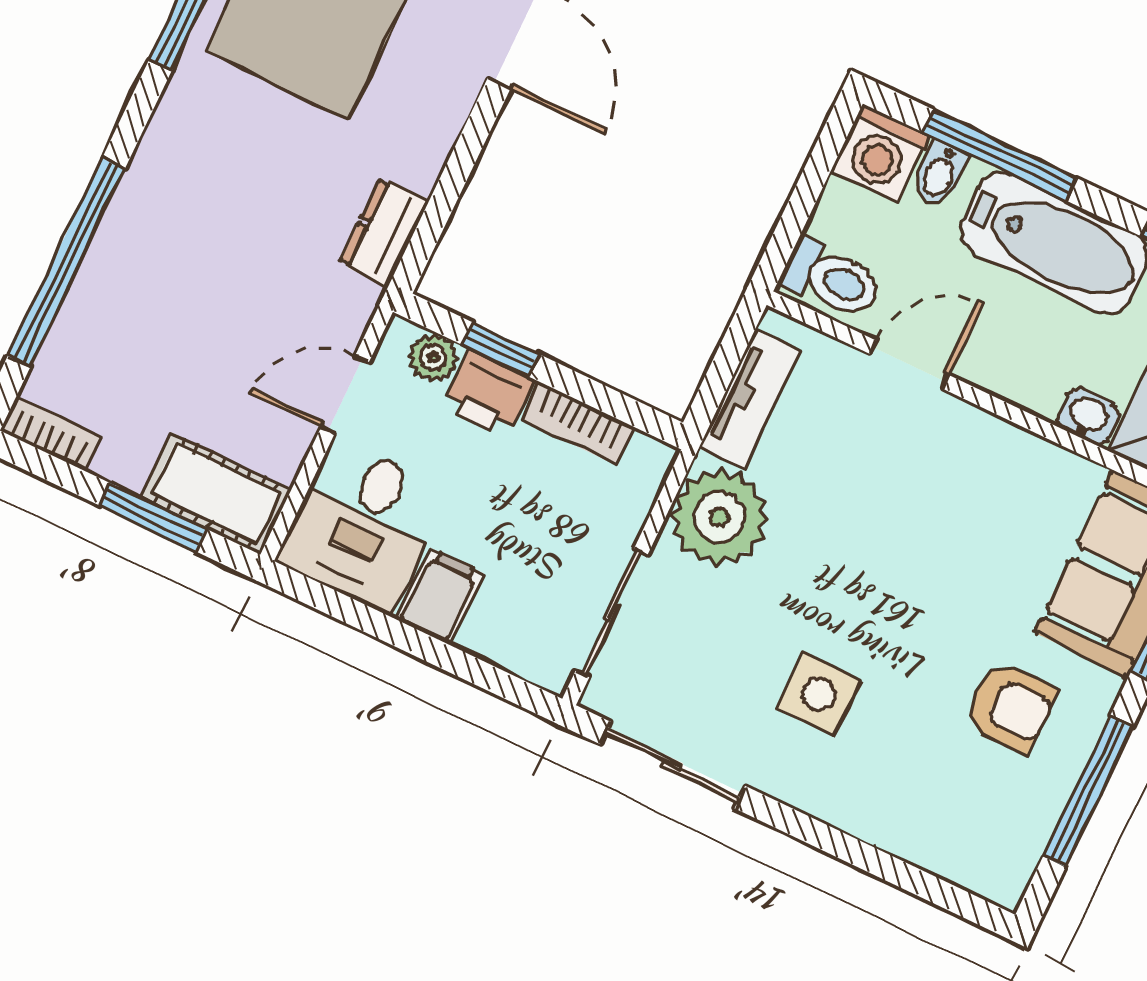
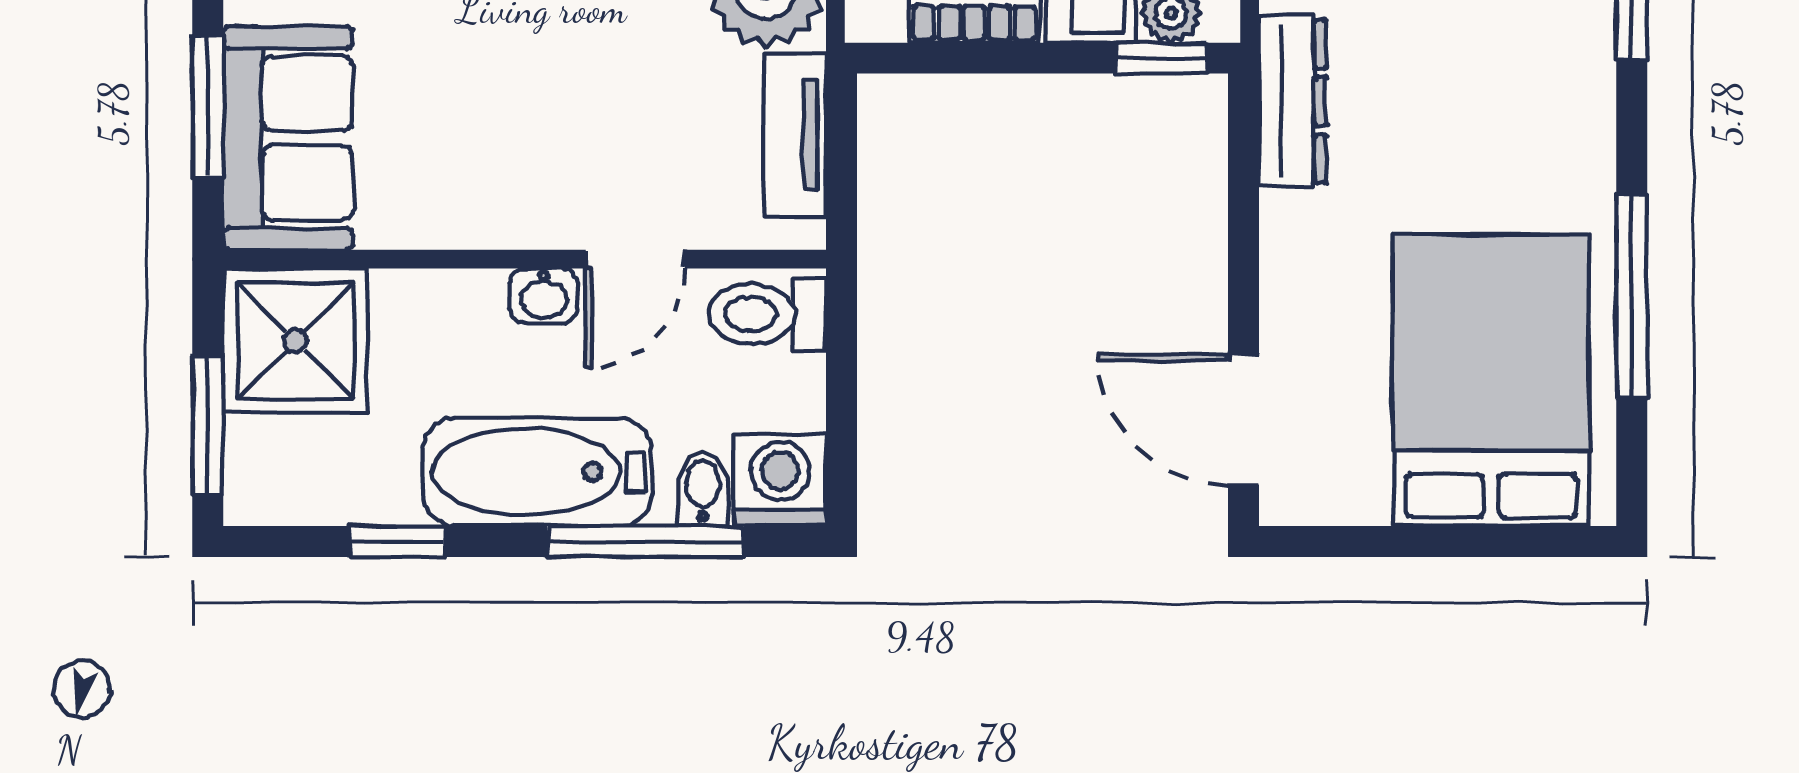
dresser: (384, 232) -> (1293, 101), width x1.44
window: (501, 350) -> (1161, 58), moved
washbasin: (1088, 417) -> (544, 296), moved

